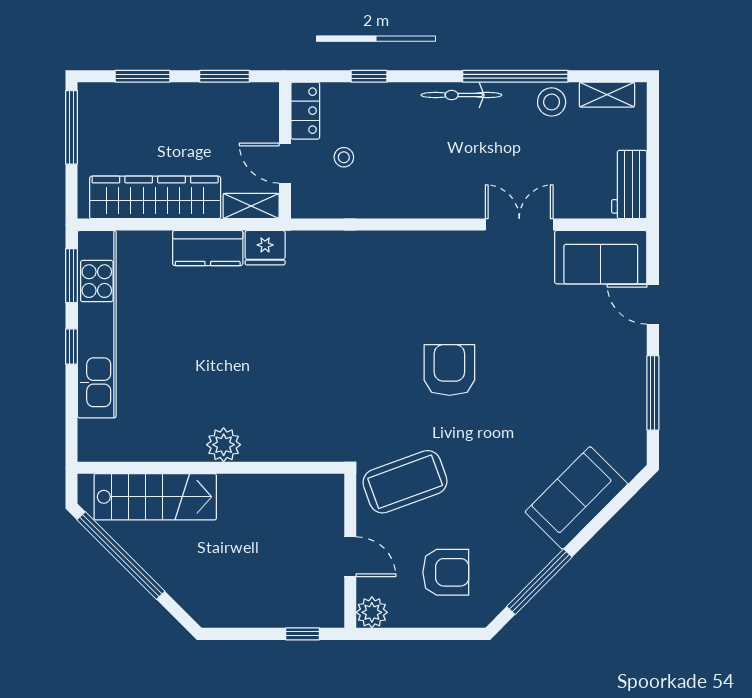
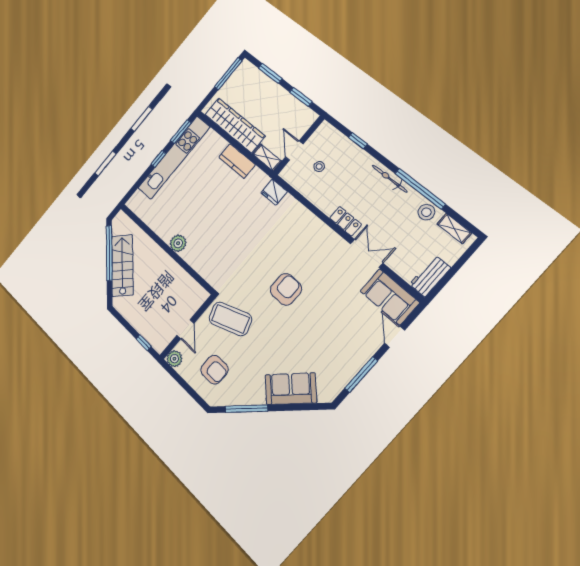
locker: (305, 111) -> (346, 221), moved, turned -90
fridge: (265, 248) -> (274, 192), moved
stairs: (155, 497) -> (122, 265), moved, turned -135

